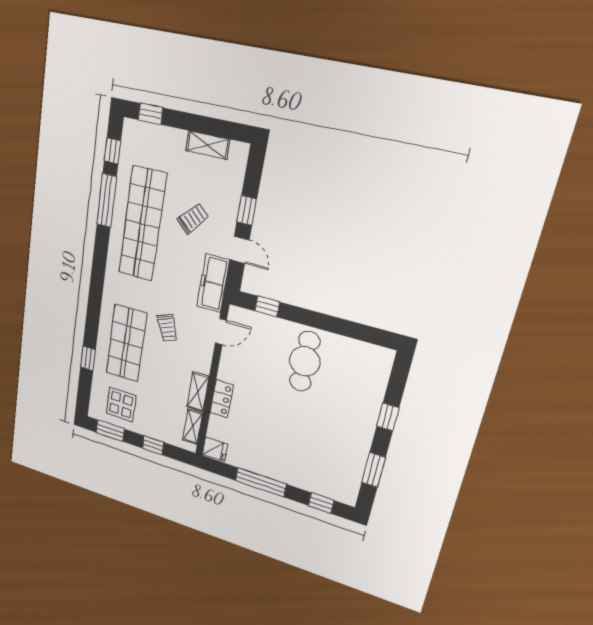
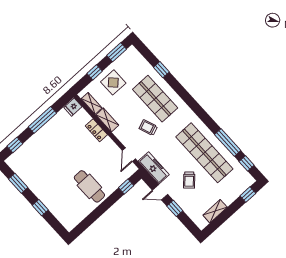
display table: (121, 404) -> (113, 82), moved

